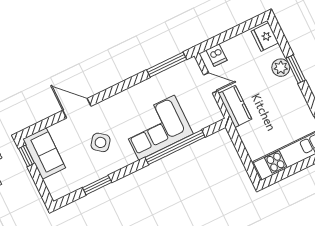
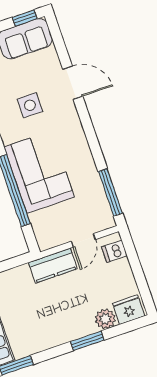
plant: (281, 68) -> (105, 319), moved
door: (77, 108) -> (73, 83), hinge flipped
side table: (101, 142) -> (30, 105), turned -38

